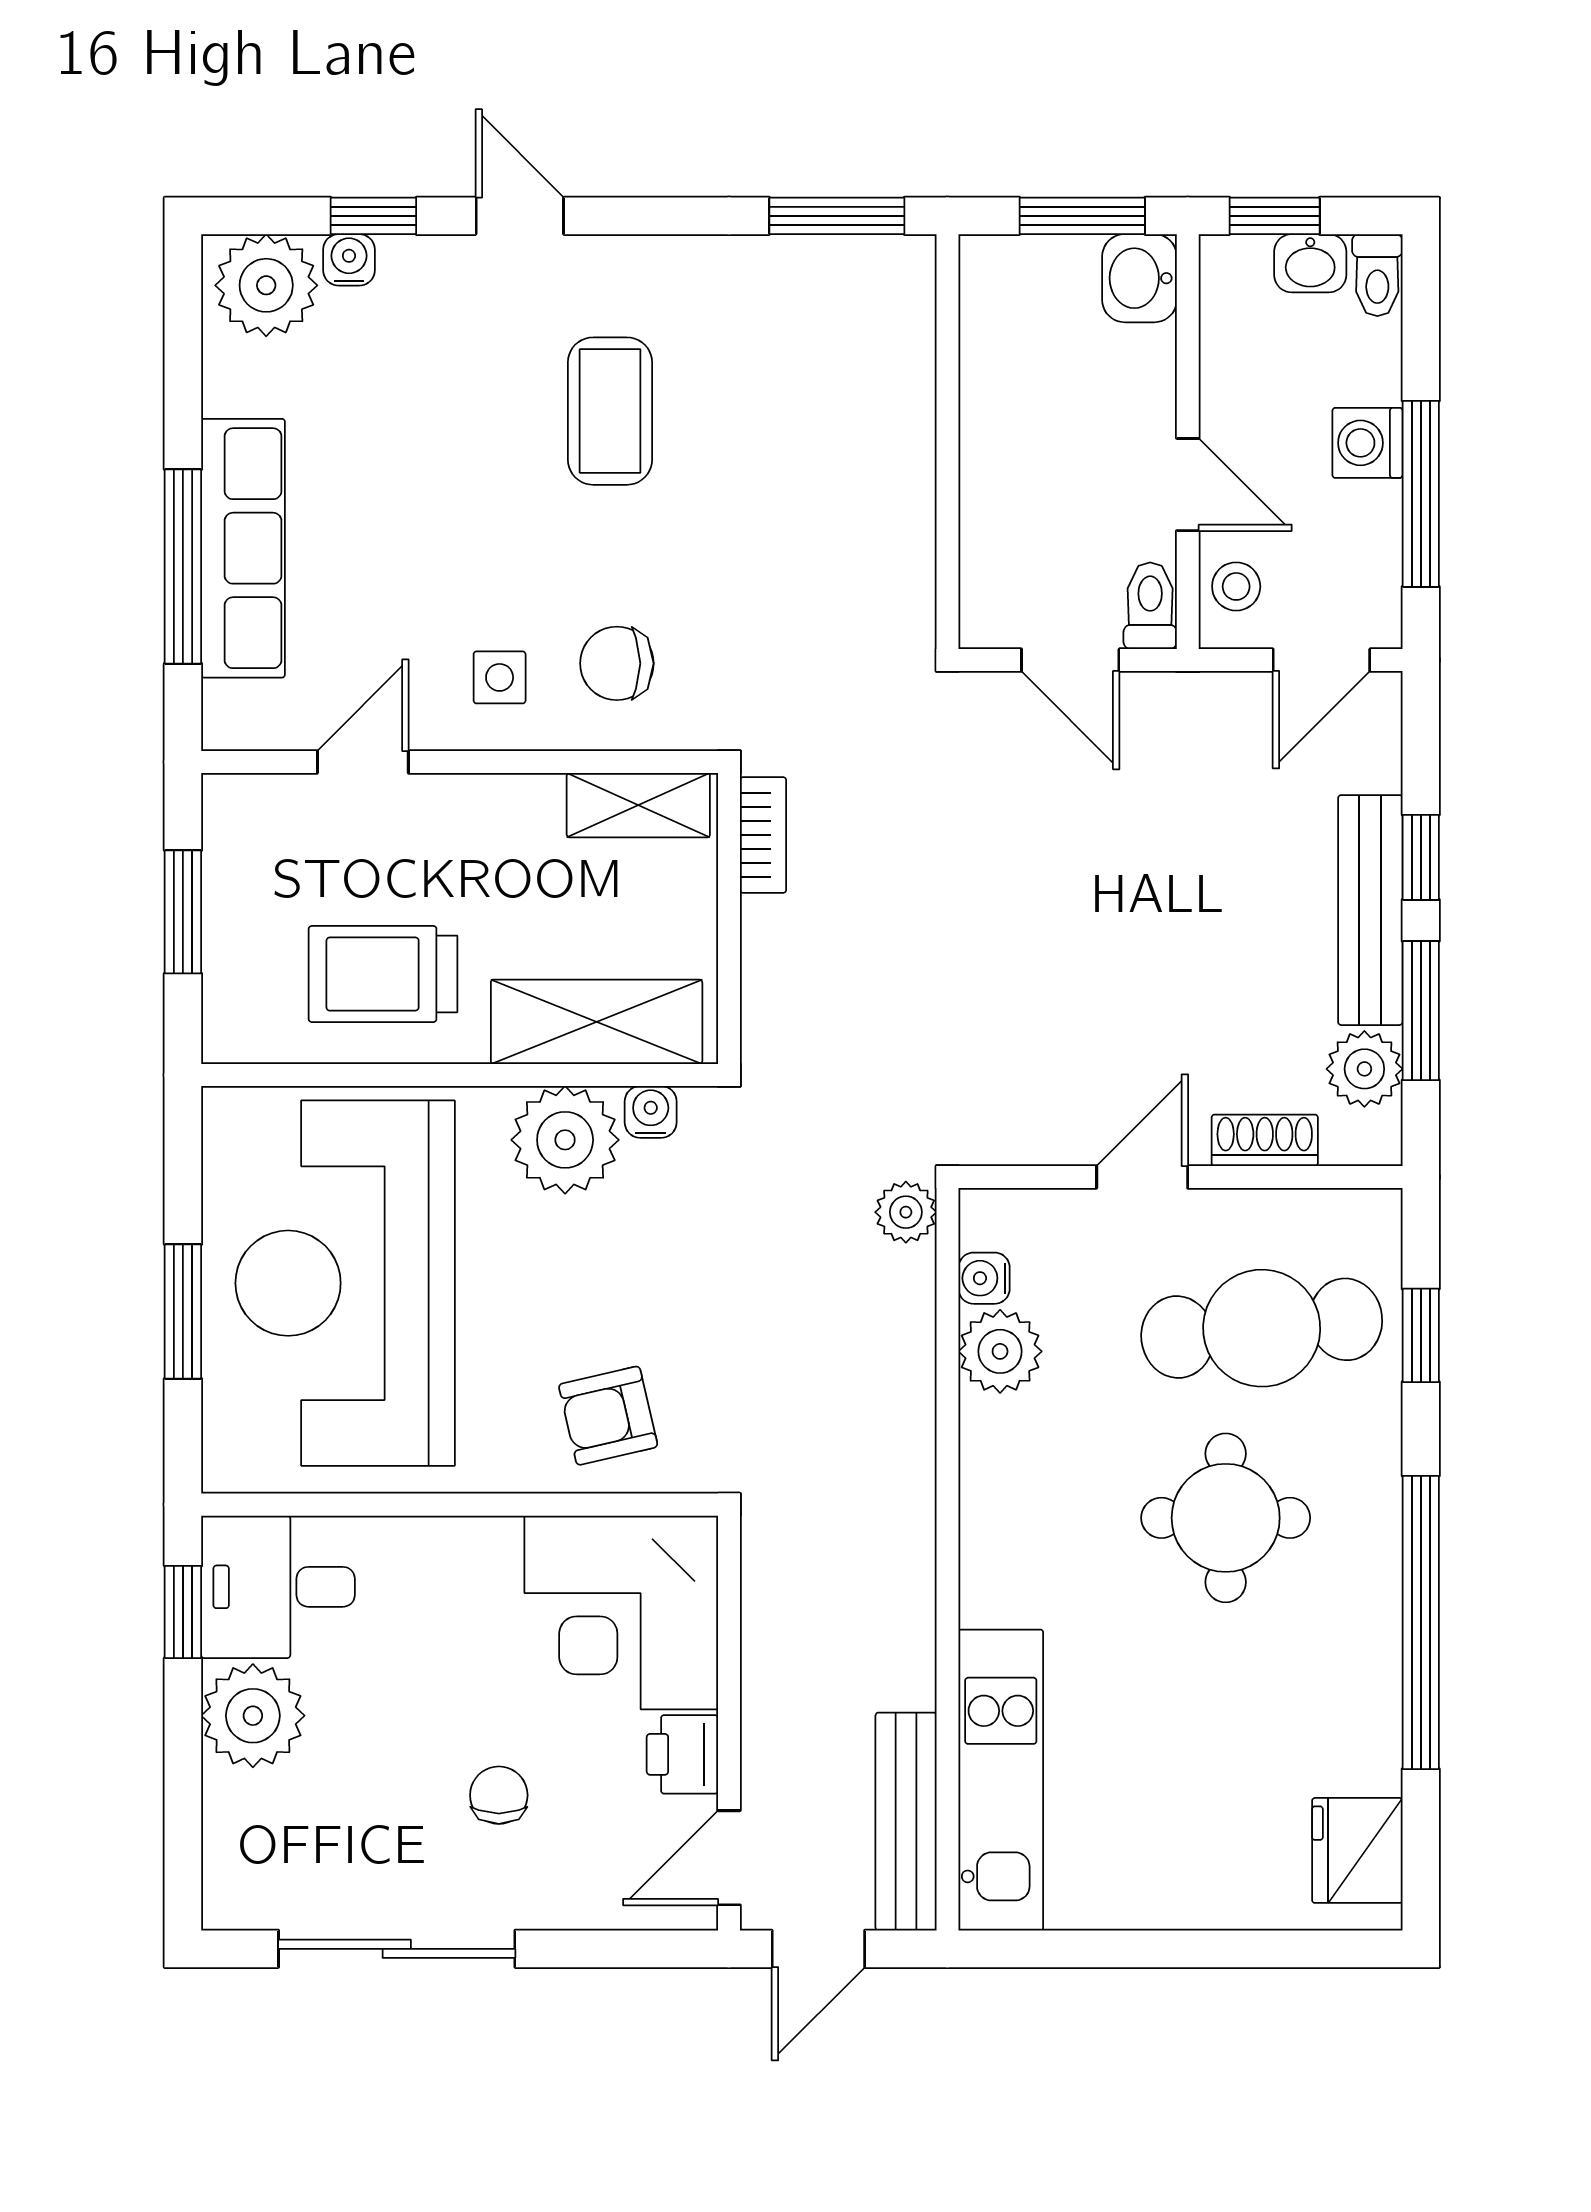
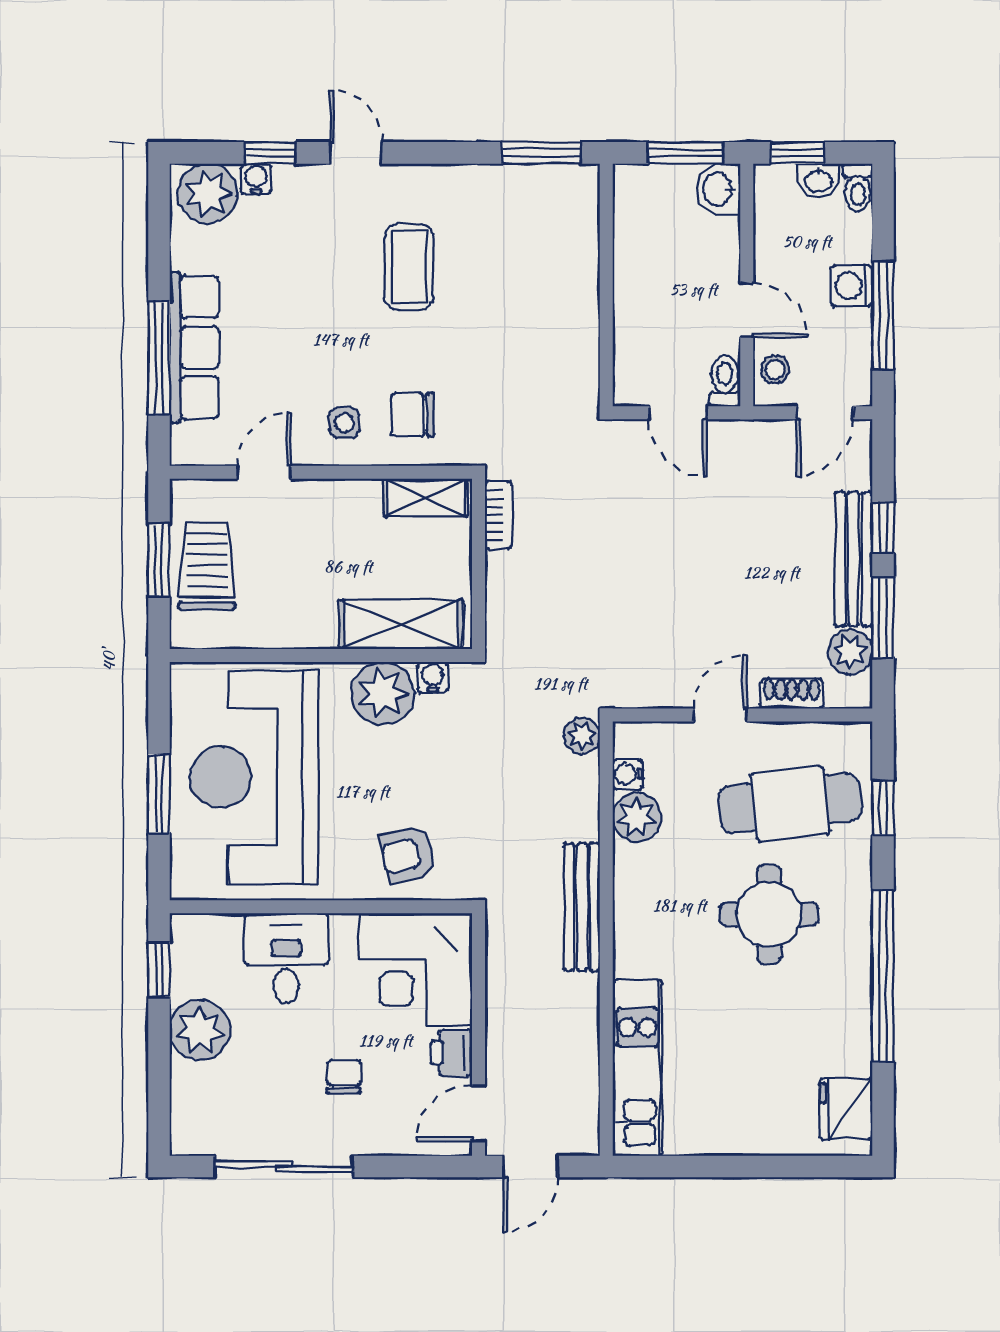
trolley: (383, 974) -> (207, 566), moved, turned 90
desk: (278, 1587) -> (286, 958), moved, turned 90
bench: (906, 1822) -> (582, 907), moved

